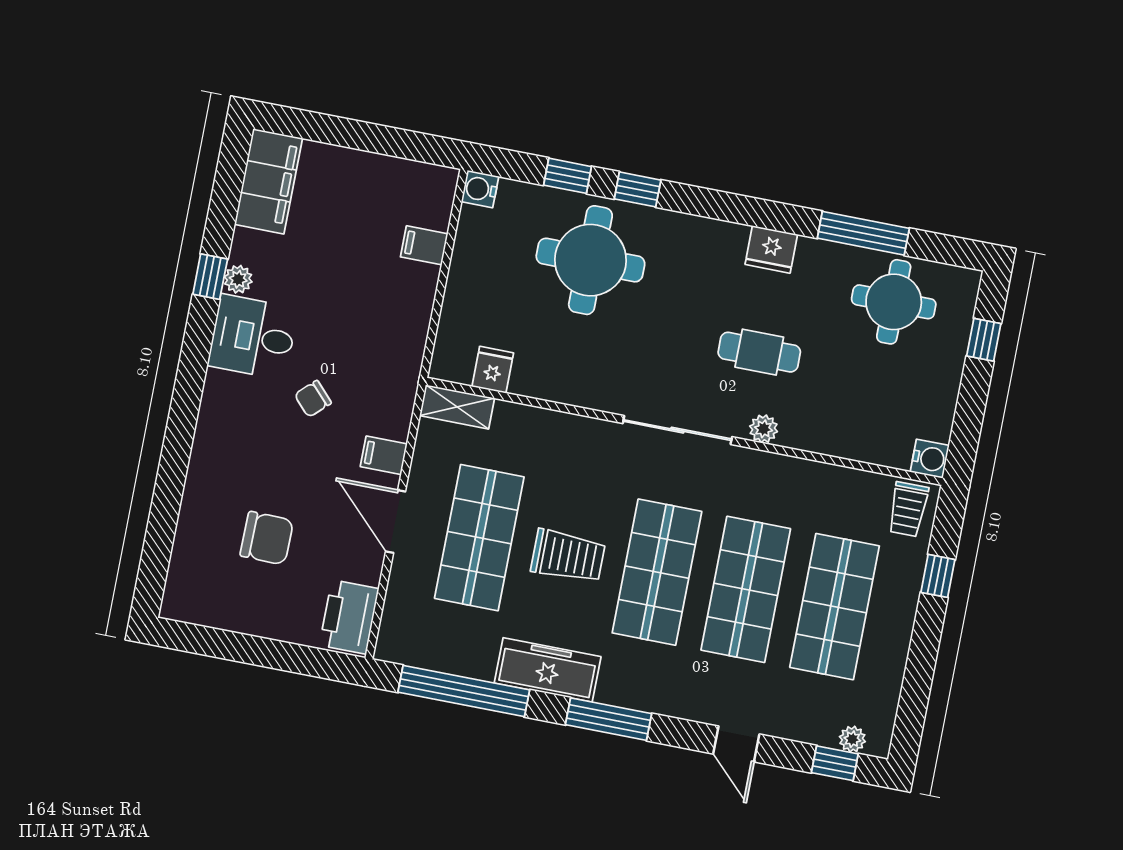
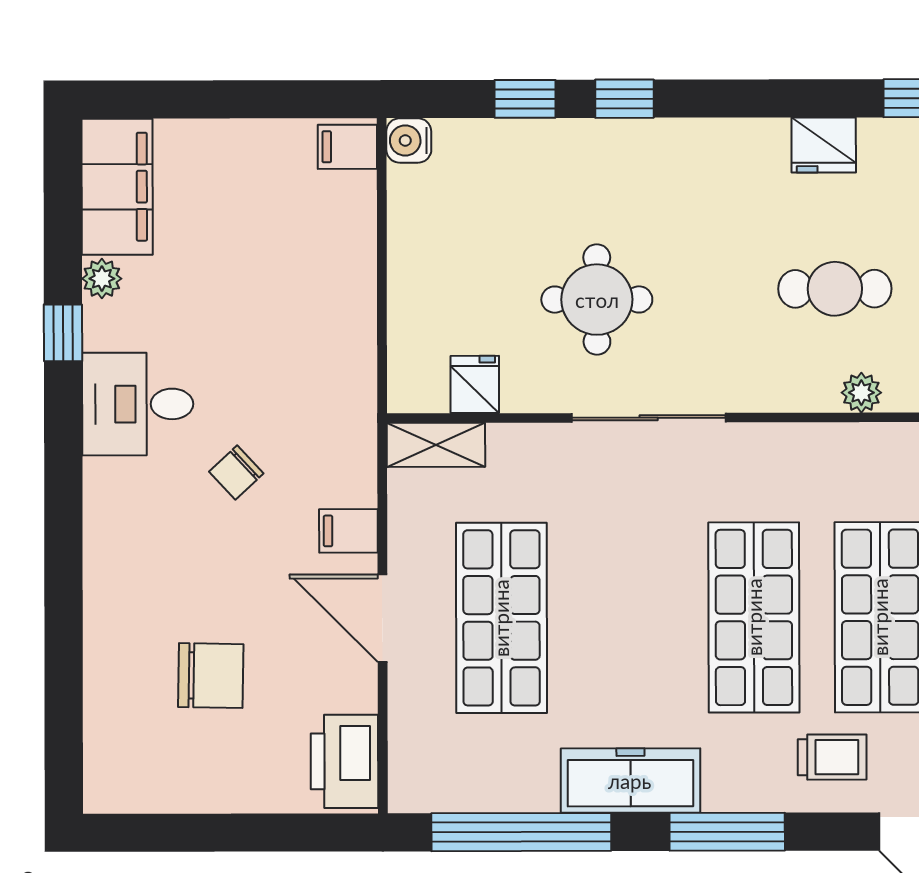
filing cabinet: (424, 245) -> (347, 147), moved
round table: (590, 260) -> (597, 300), moved, width x0.73, depth x0.73
plant: (238, 279) -> (102, 279), moved
sliding door: (677, 430) -> (649, 418), moved
trolley: (568, 556) -> (832, 757), moved, width x0.73, depth x0.72

